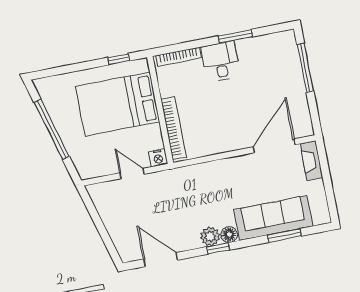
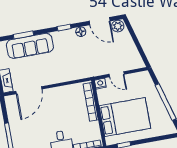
floor lamp: (229, 234) -> (81, 32), moved
plant: (210, 236) -> (118, 26), moved

